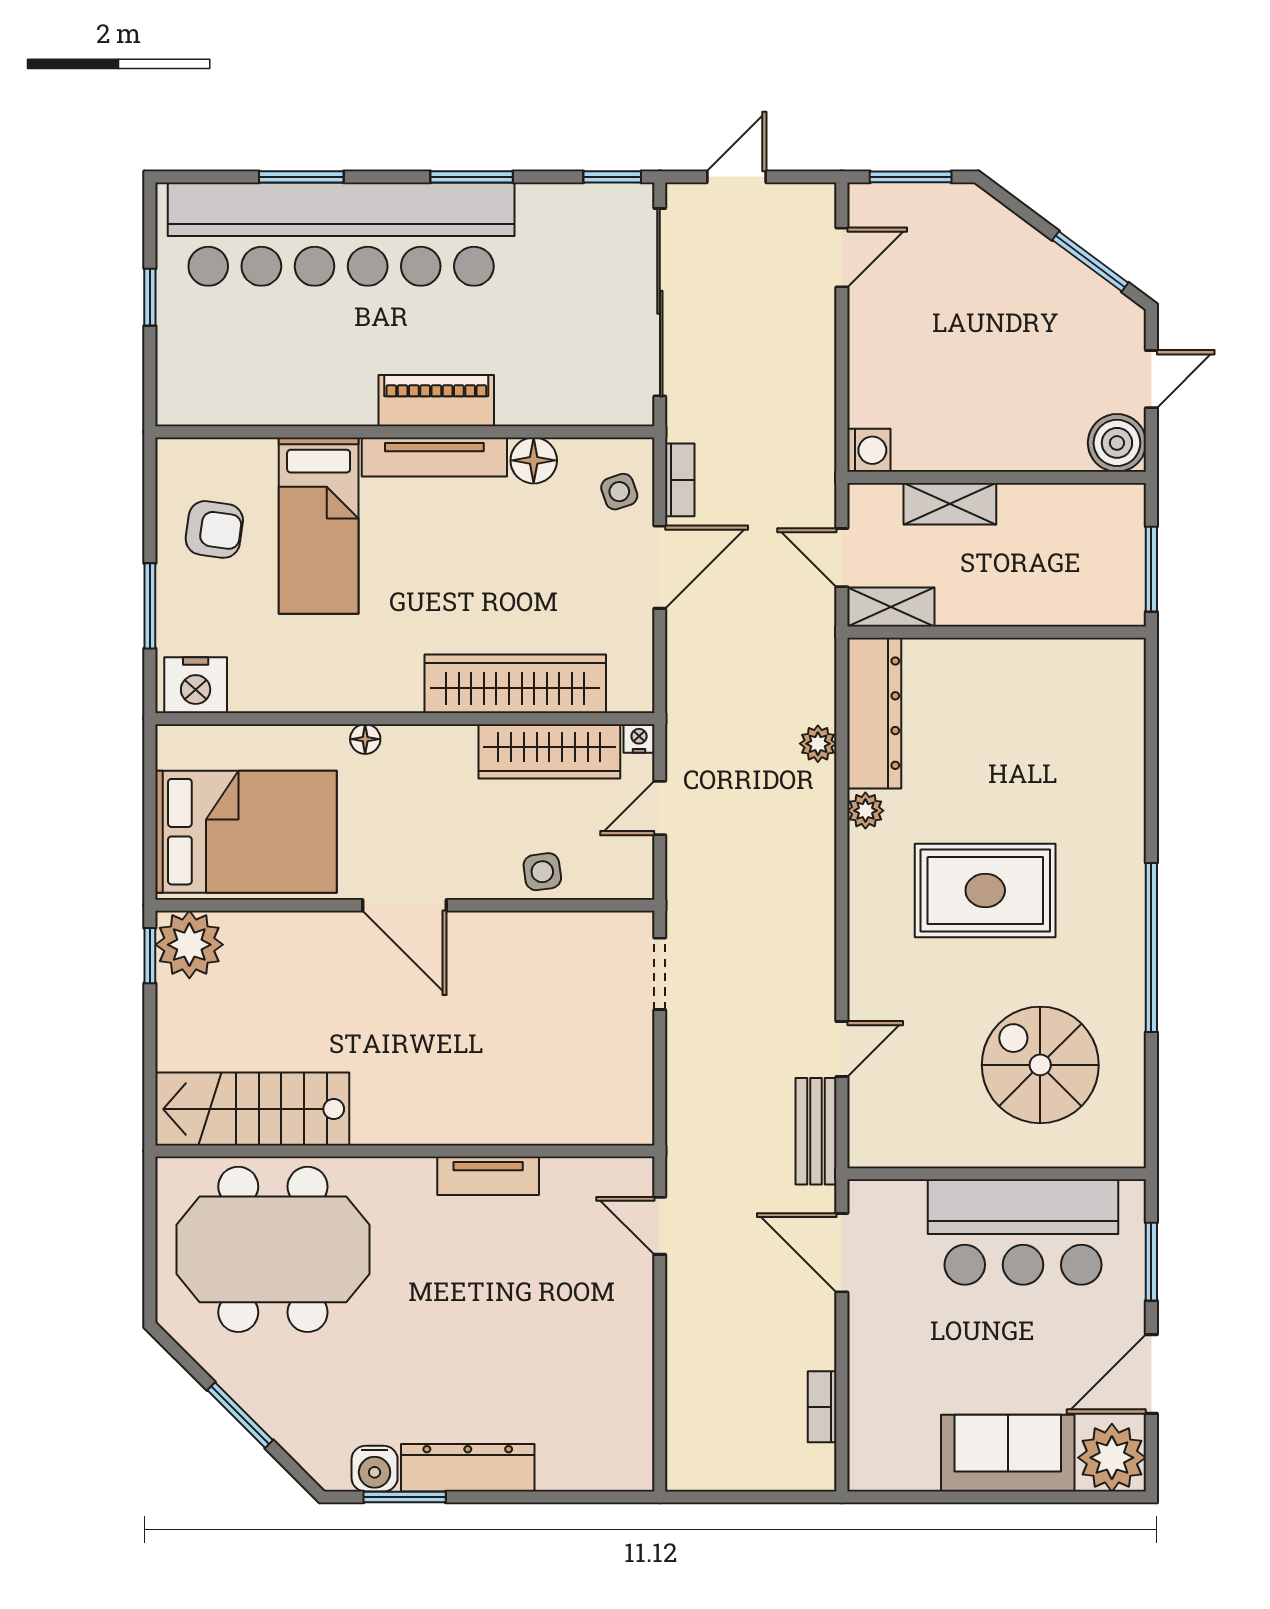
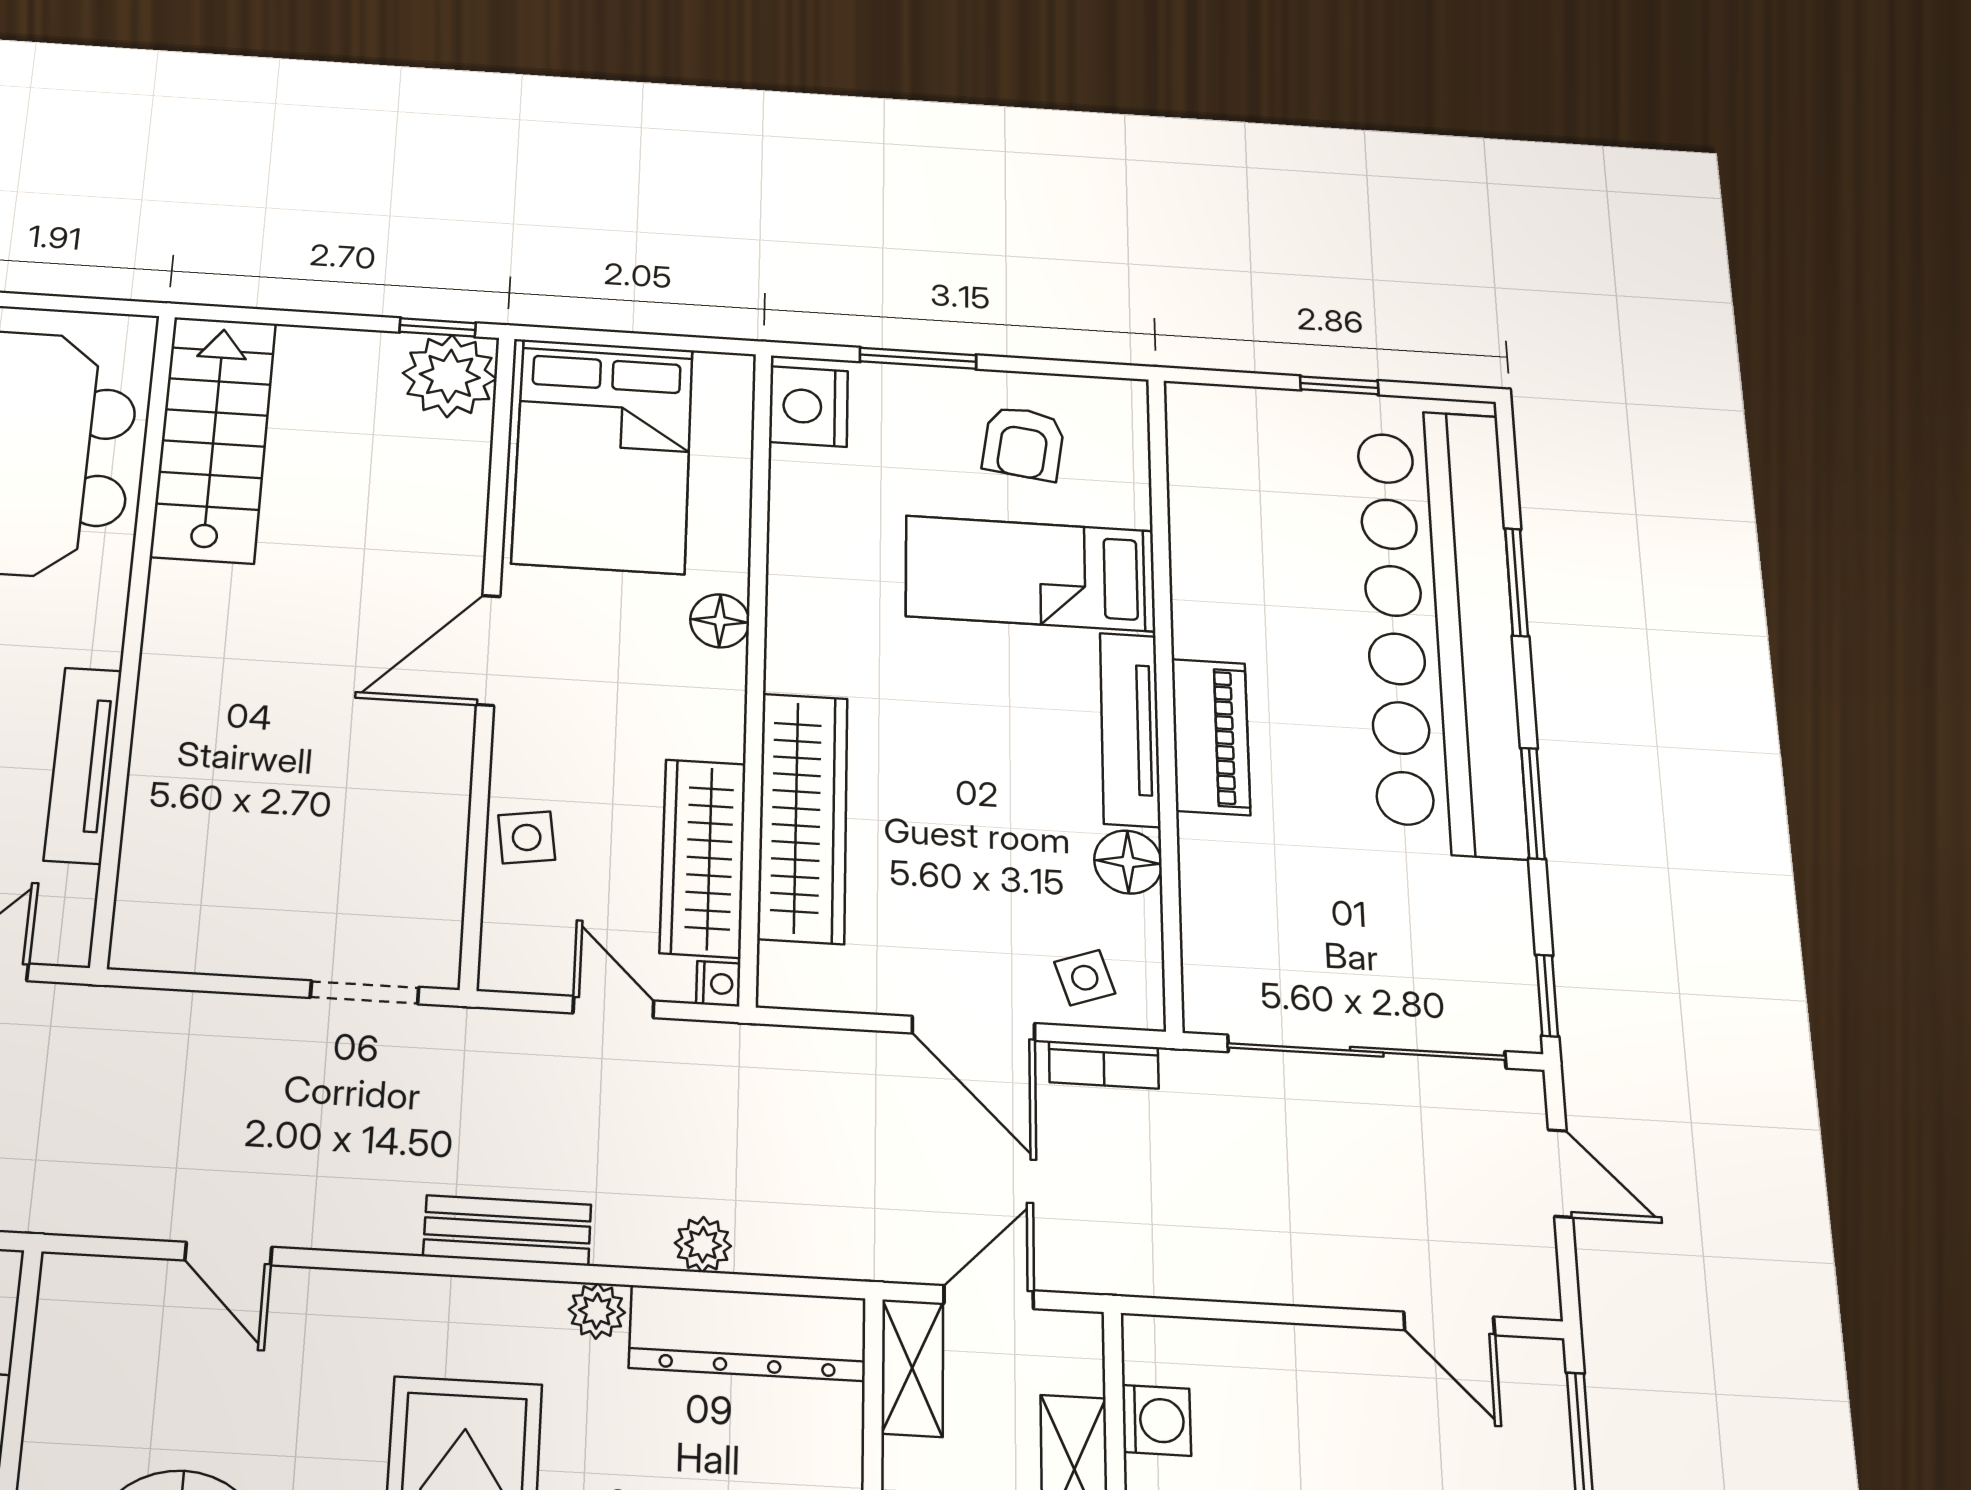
washing machine: (869, 450) -> (1157, 1420), moved, turned -90
floor lamp: (365, 739) -> (720, 621), width x1.37, depth x1.37
bench: (816, 1131) -> (507, 1230), moved
tv unit: (488, 1176) -> (83, 765), width x1.41

